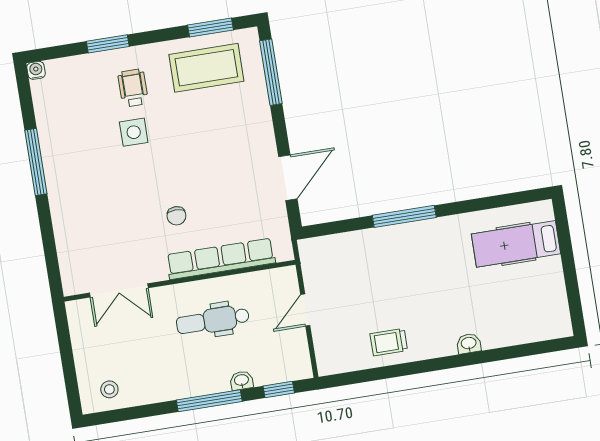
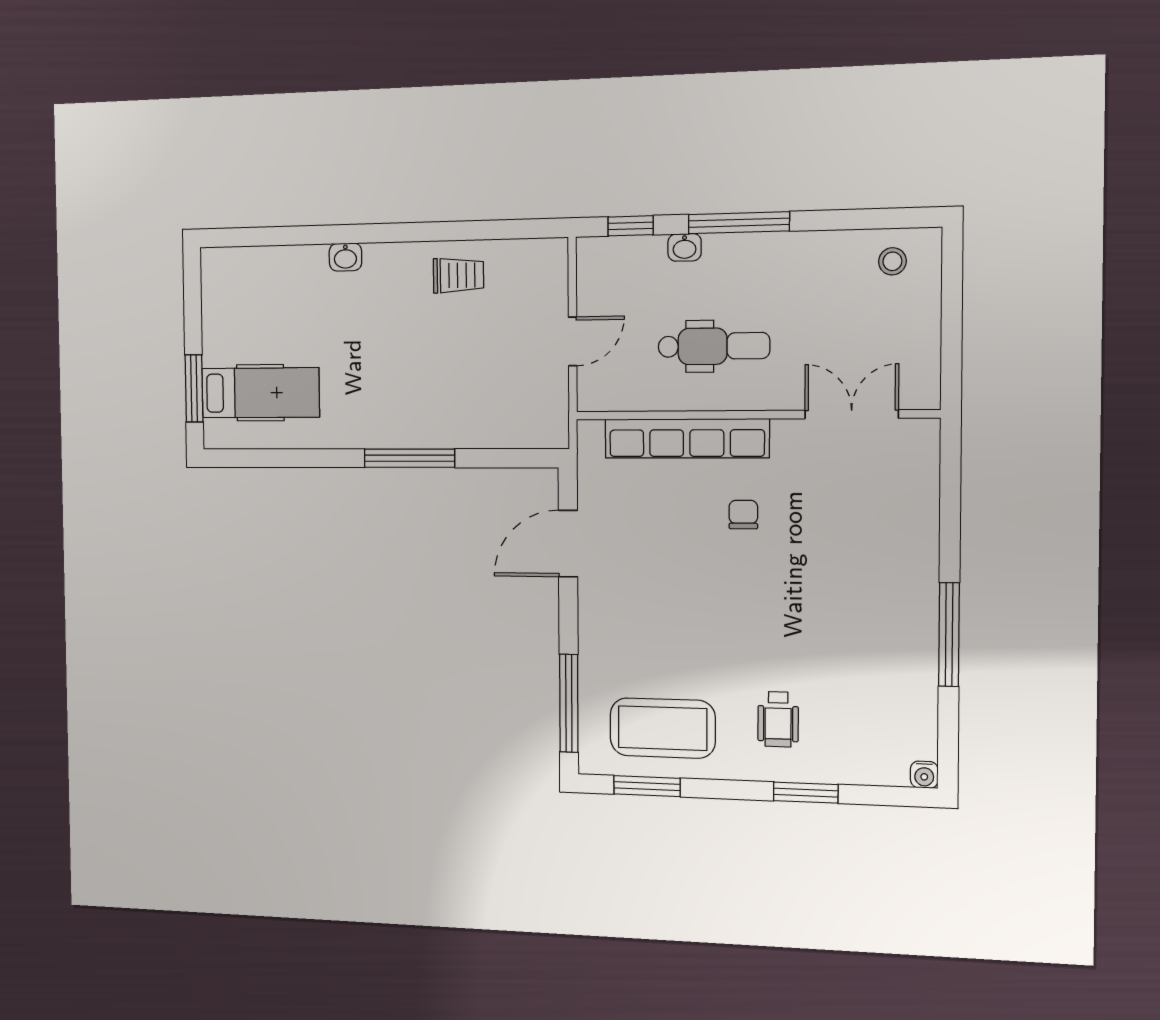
side table: (134, 132) -> (788, 653), removed
window: (564, 240) -> (194, 388), added

